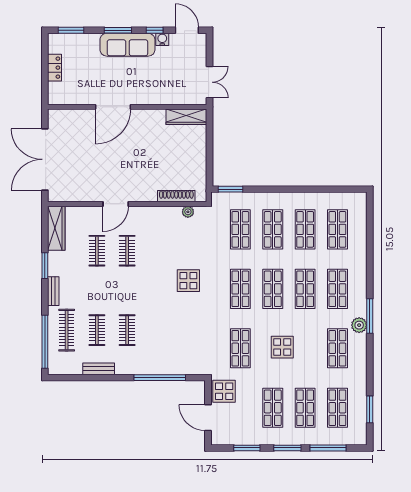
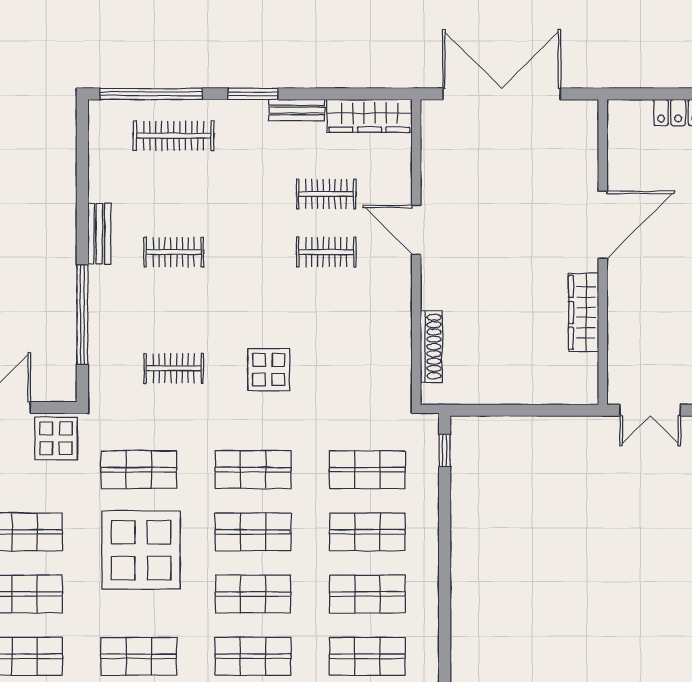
door: (113, 107) -> (603, 225), swing flipped
wardrobe: (186, 117) -> (584, 312), moved
window: (230, 189) -> (445, 451), width x0.67
plant: (188, 212) -> (401, 369), removed
window: (45, 266) -> (253, 94), moved
bench: (53, 291) -> (297, 110), moved
clothes rail: (97, 330) -> (174, 368), moved
display table: (282, 347) -> (141, 550), width x1.86, depth x1.86
bench: (99, 369) -> (99, 234), moved

